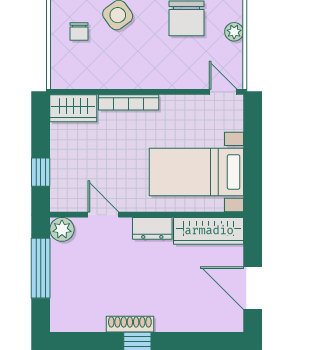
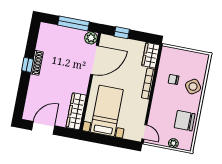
chair: (79, 31) -> (174, 79), moved
door: (223, 92) -> (144, 132), hinge flipped
door: (103, 215) -> (94, 60), width x1.88
dresser: (152, 228) -> (83, 83), removed

